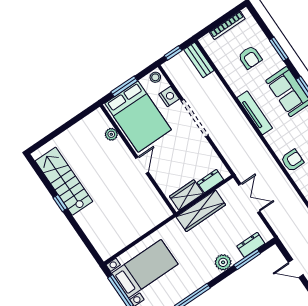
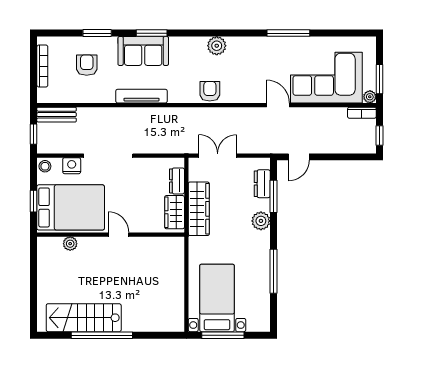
armchair: (250, 57) -> (87, 65), turned -90
window: (124, 86) -> (34, 201), width x0.67
window: (60, 203) -> (102, 335), width x3.17
door: (296, 269) -> (299, 157), moved

